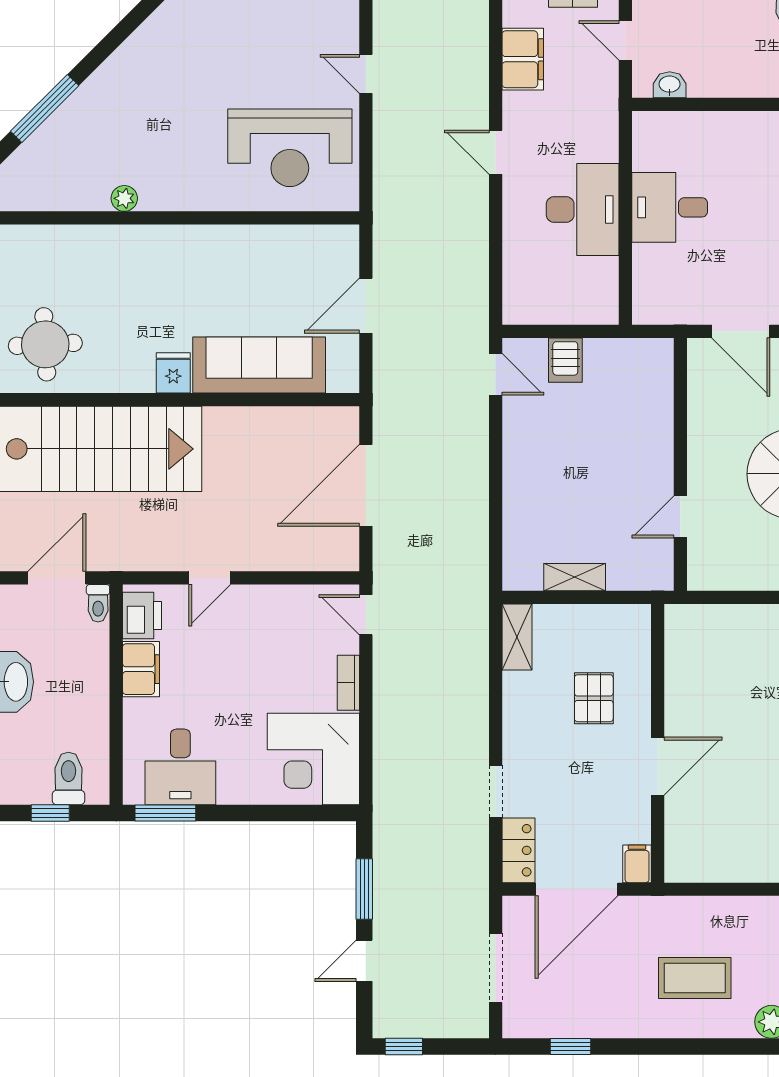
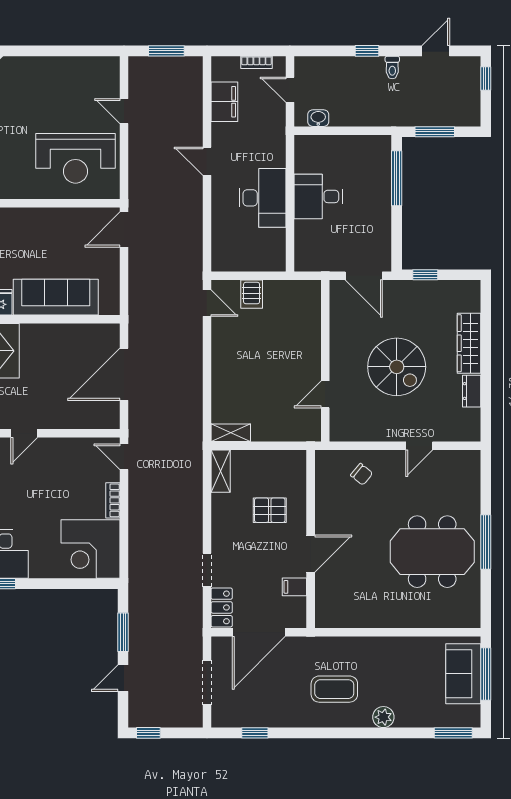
door: (366, 306) -> (124, 229), moved
shelving: (575, 577) -> (231, 433), moved
chair: (737, 642) -> (362, 474), added
pallet: (594, 698) -> (270, 510), turned 90
filing cabinet: (637, 864) -> (294, 587), moved, turned -90

